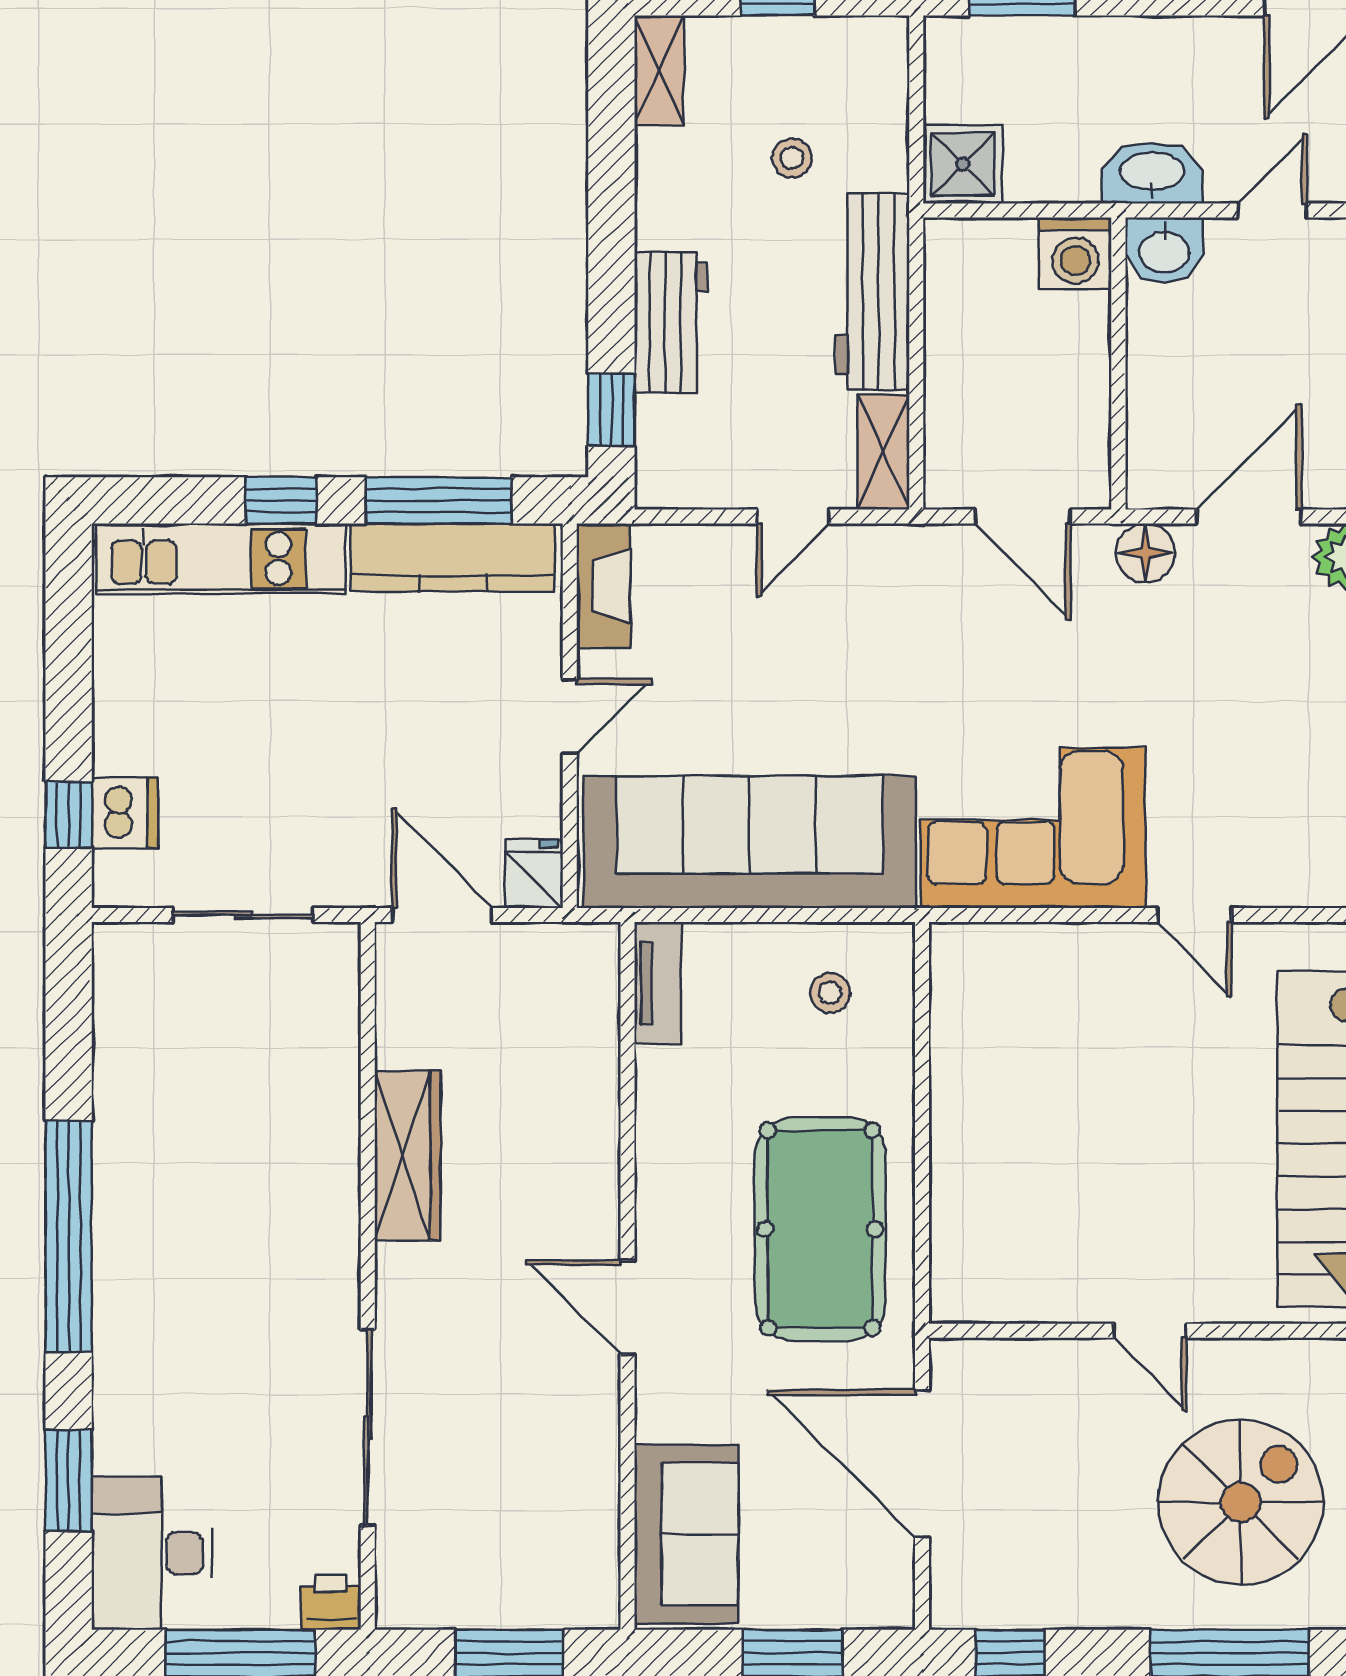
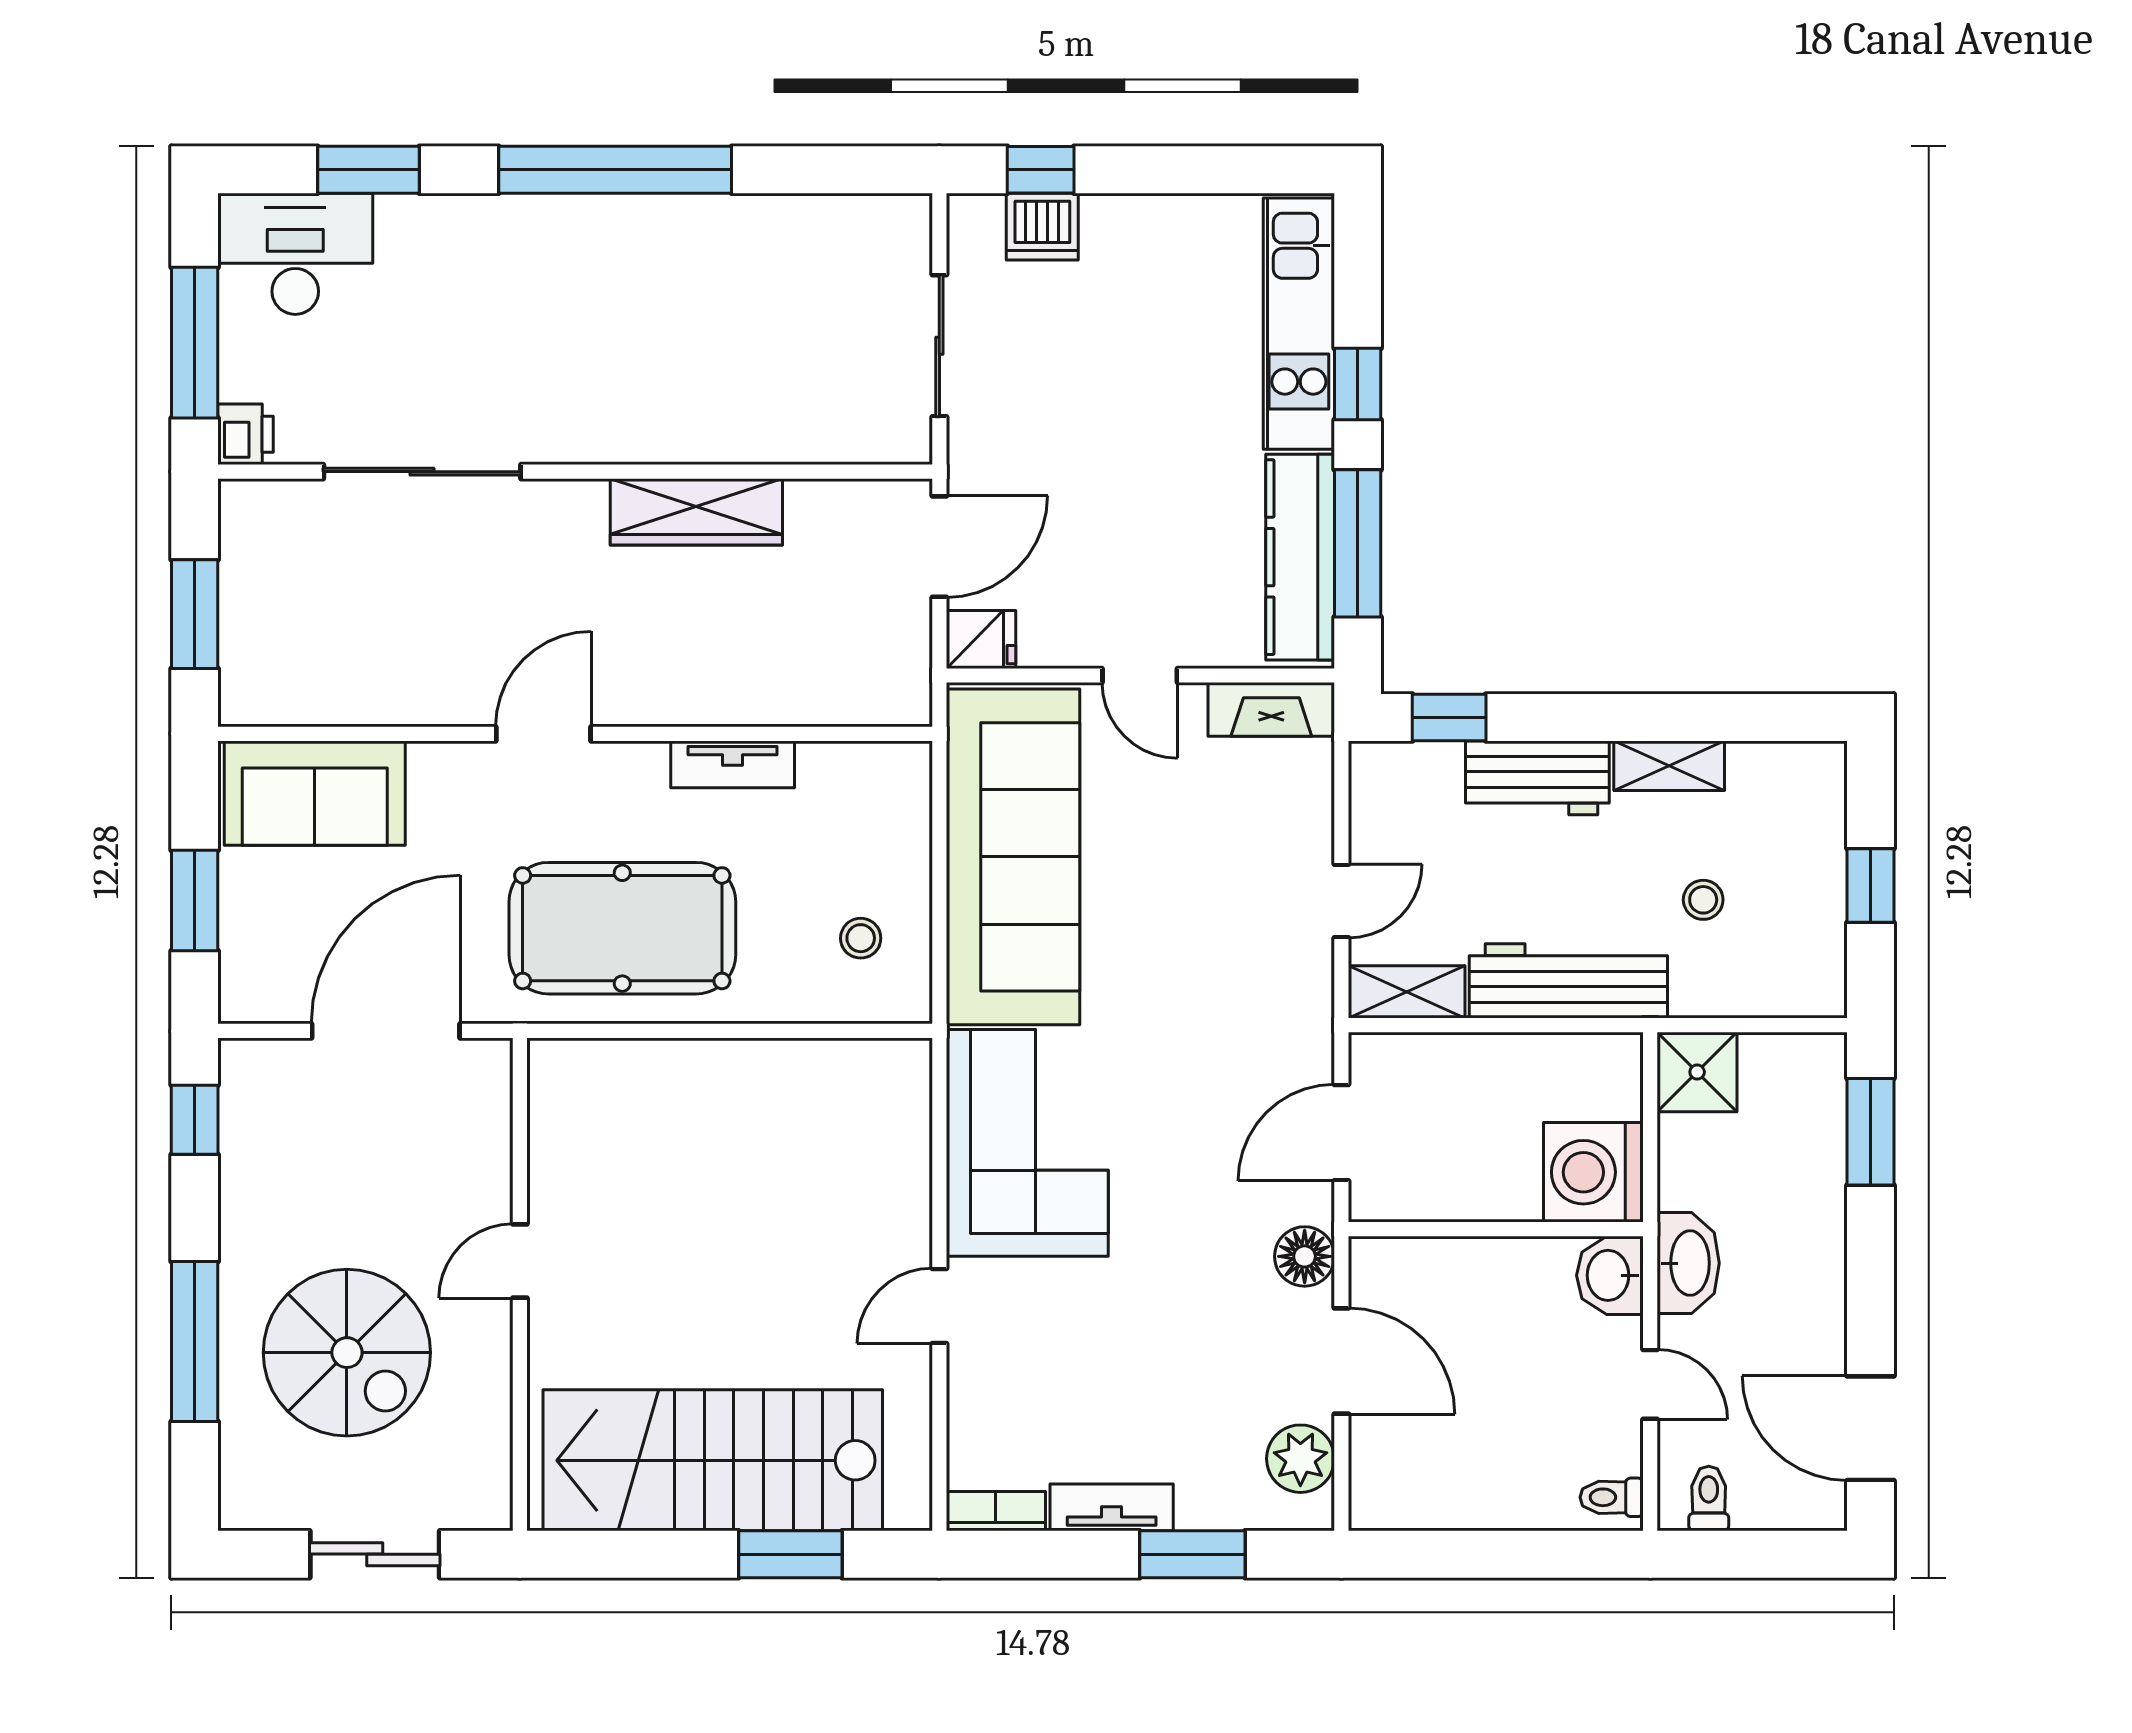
shelving: (659, 70) -> (1669, 766), moved
washing machine: (1075, 253) -> (1593, 1172), width x1.37, depth x1.37
door: (793, 517) -> (1341, 901), swing flipped
tv unit: (658, 983) -> (733, 764), moved

